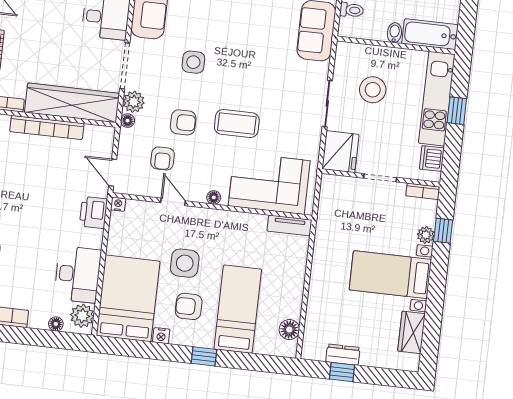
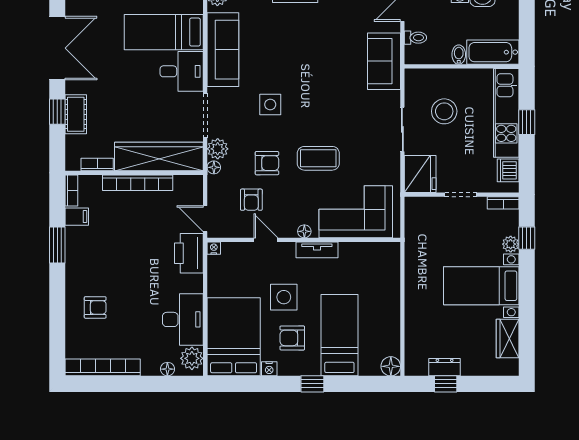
printer: (93, 212) -> (189, 253), width x1.37, depth x1.19
tv unit: (290, 225) -> (317, 250), moved
floor lamp: (289, 330) -> (391, 366), moved

